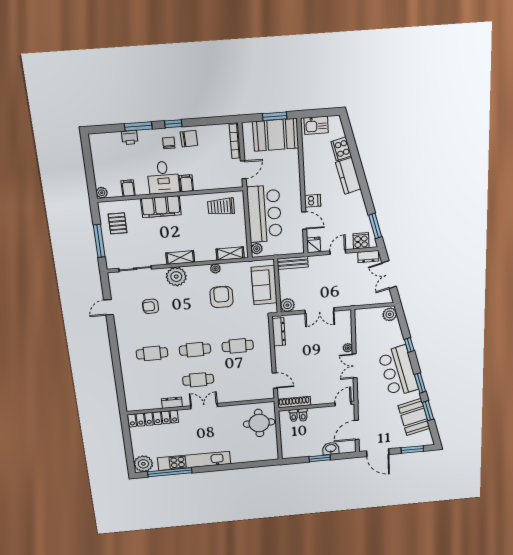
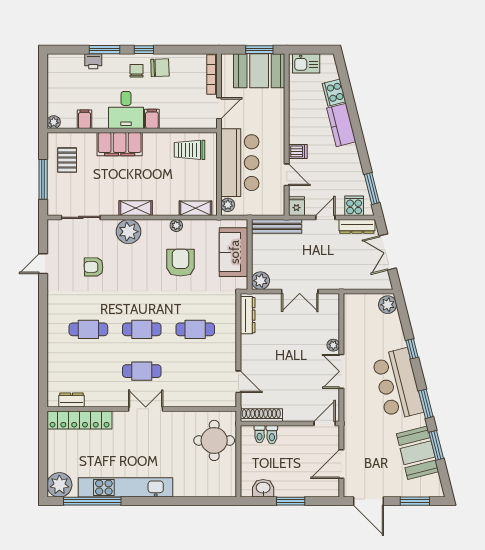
dresser: (368, 257) -> (357, 226), width x1.44
bench: (293, 263) -> (277, 226), width x1.36
dresser: (172, 403) -> (72, 400), moved
washbasin: (331, 449) -> (263, 488), moved

